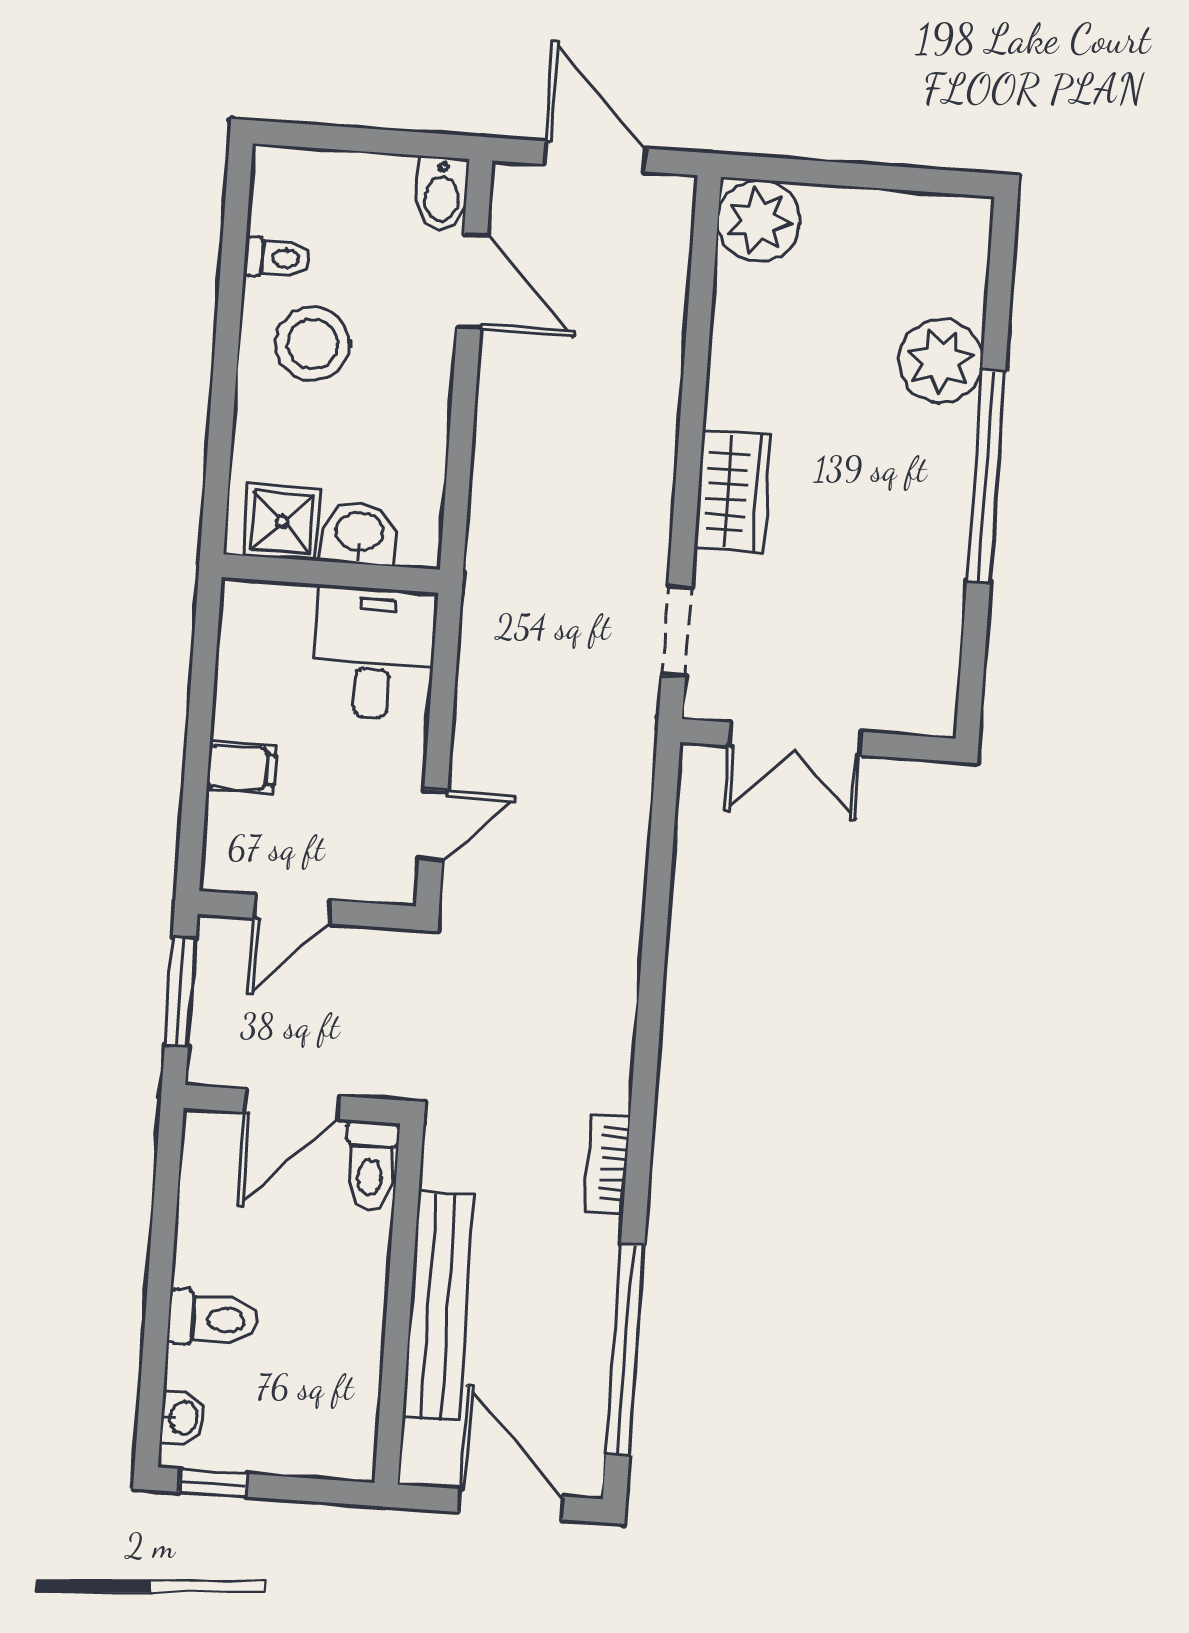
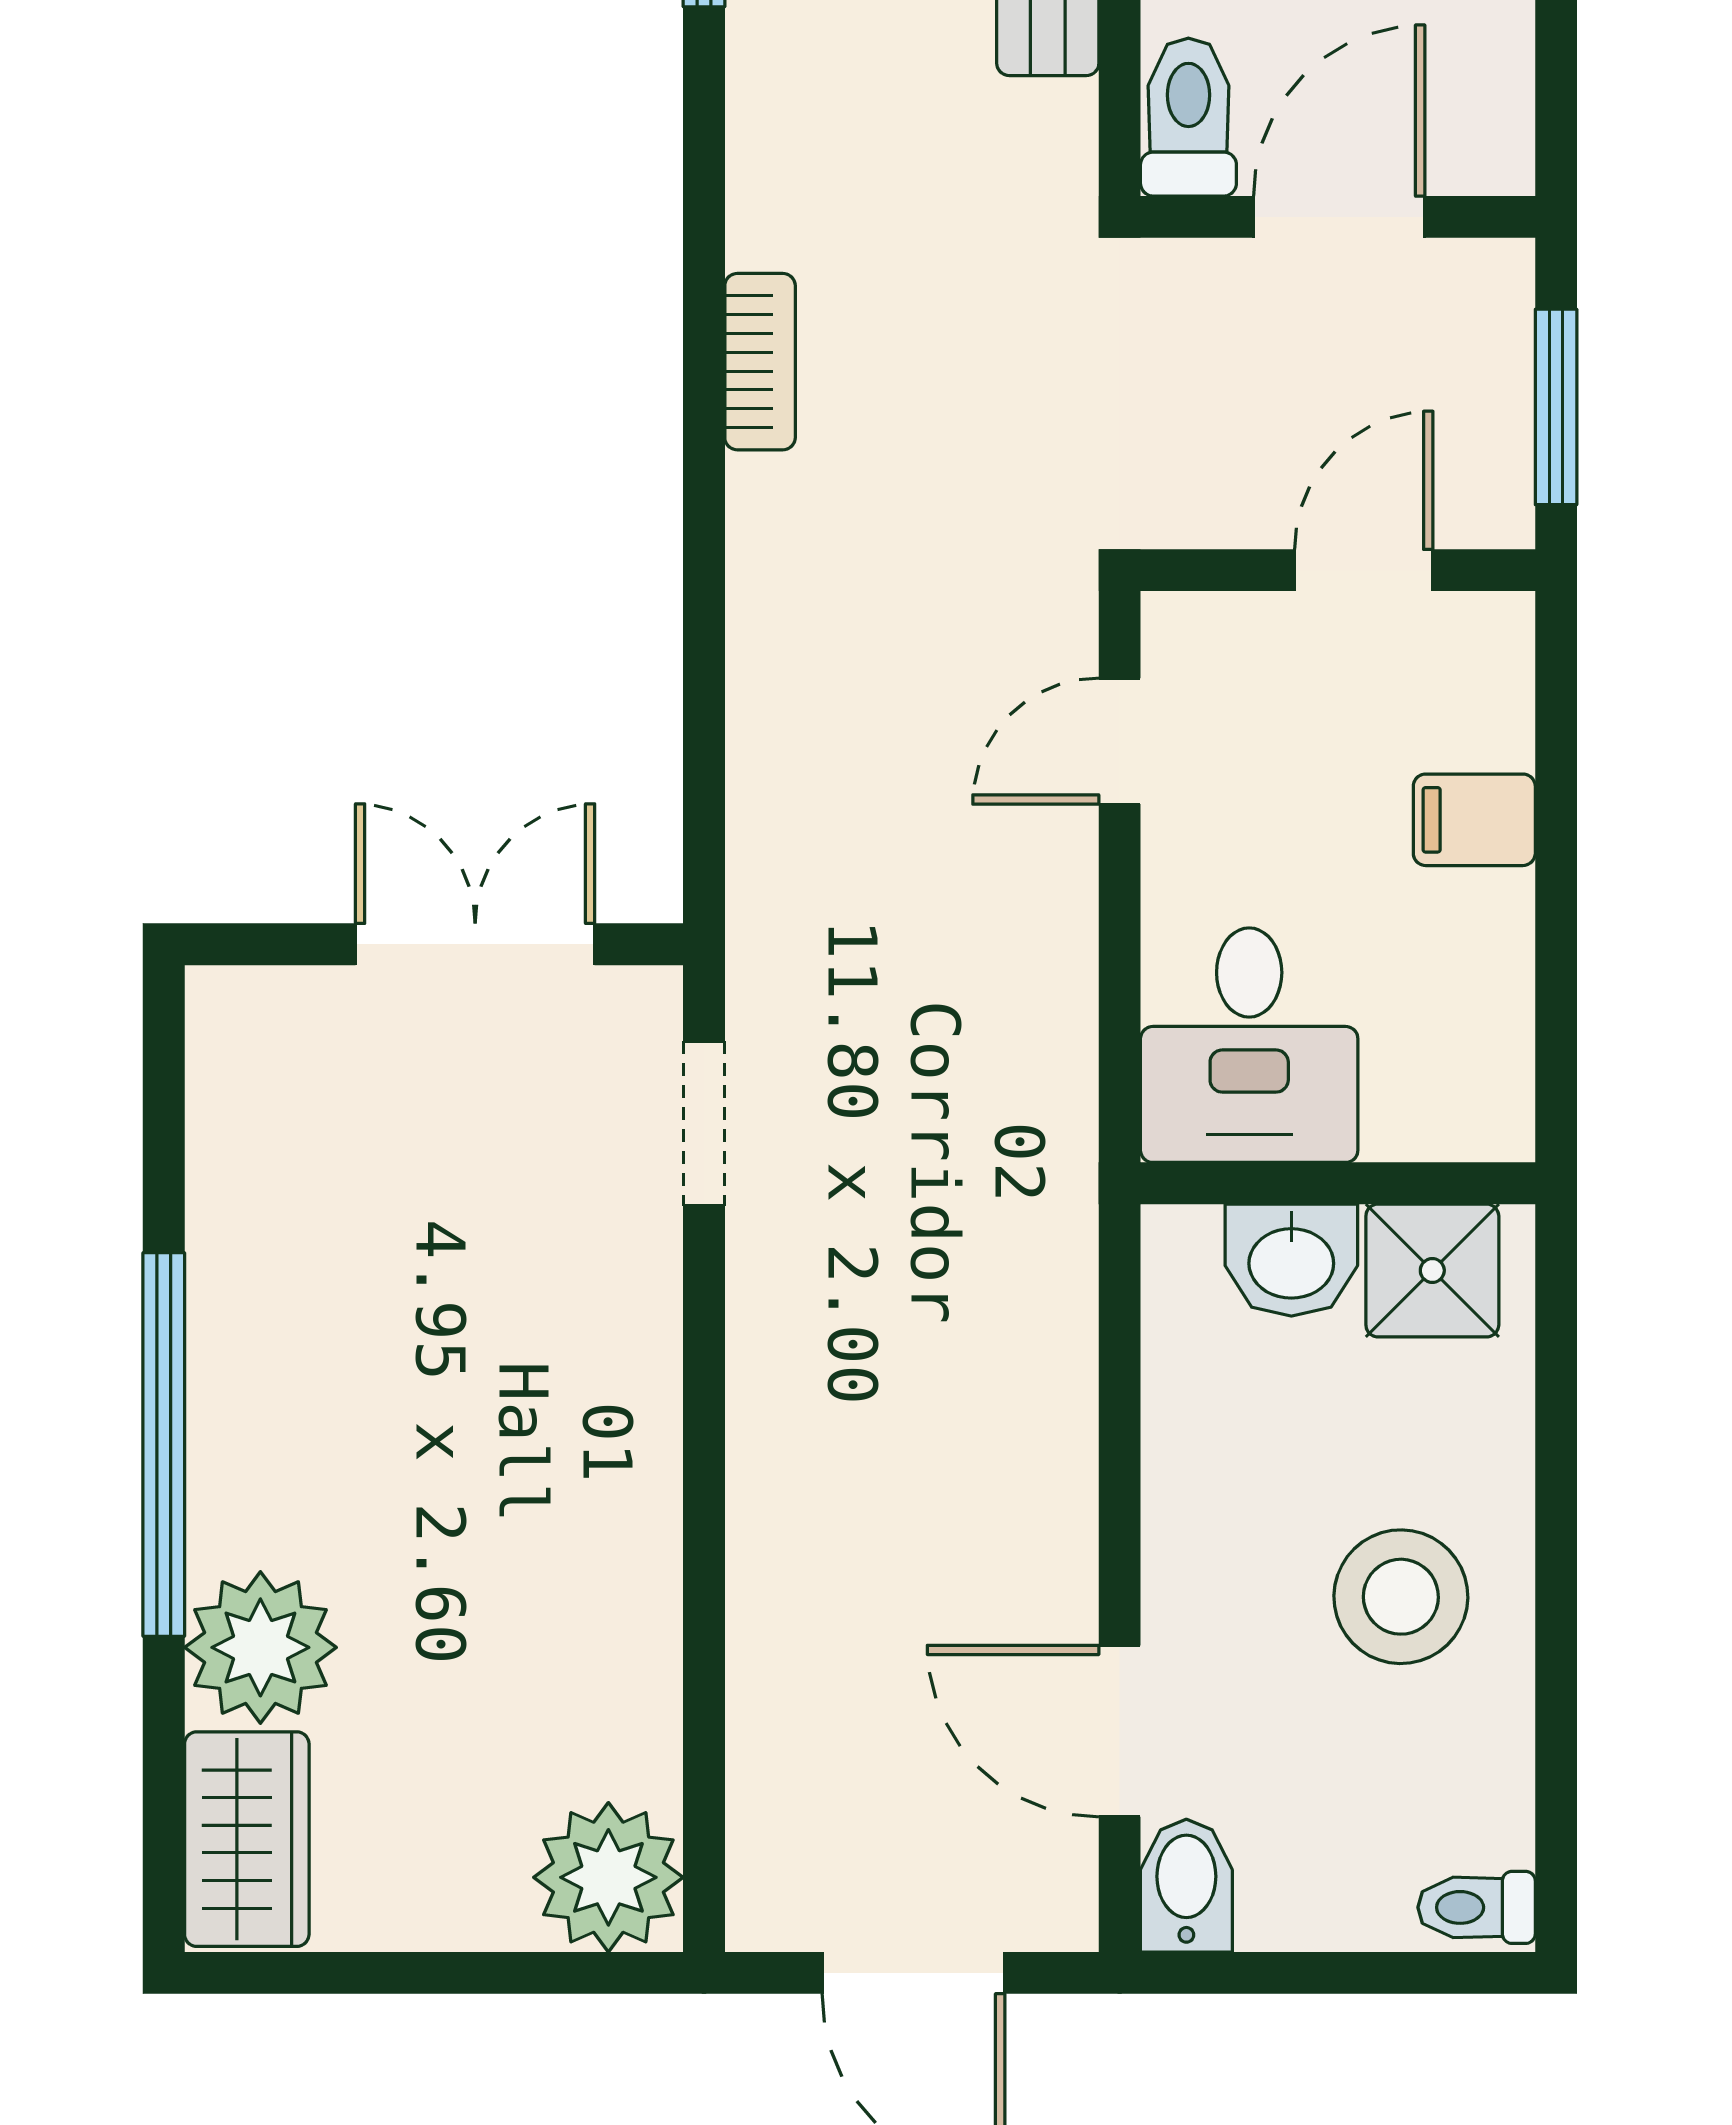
toilet: (277, 258) -> (1477, 1907), moved
wardrobe: (732, 492) -> (247, 1839), moved, turned 180
bookcase: (607, 1164) -> (760, 362), moved

